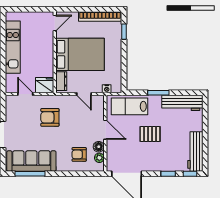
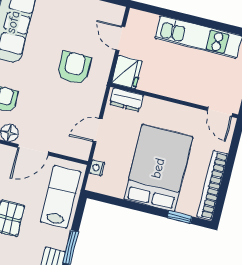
bed: (80, 54) -> (158, 168), moved, turned 180
door: (25, 94) -> (120, 38), swing flipped

